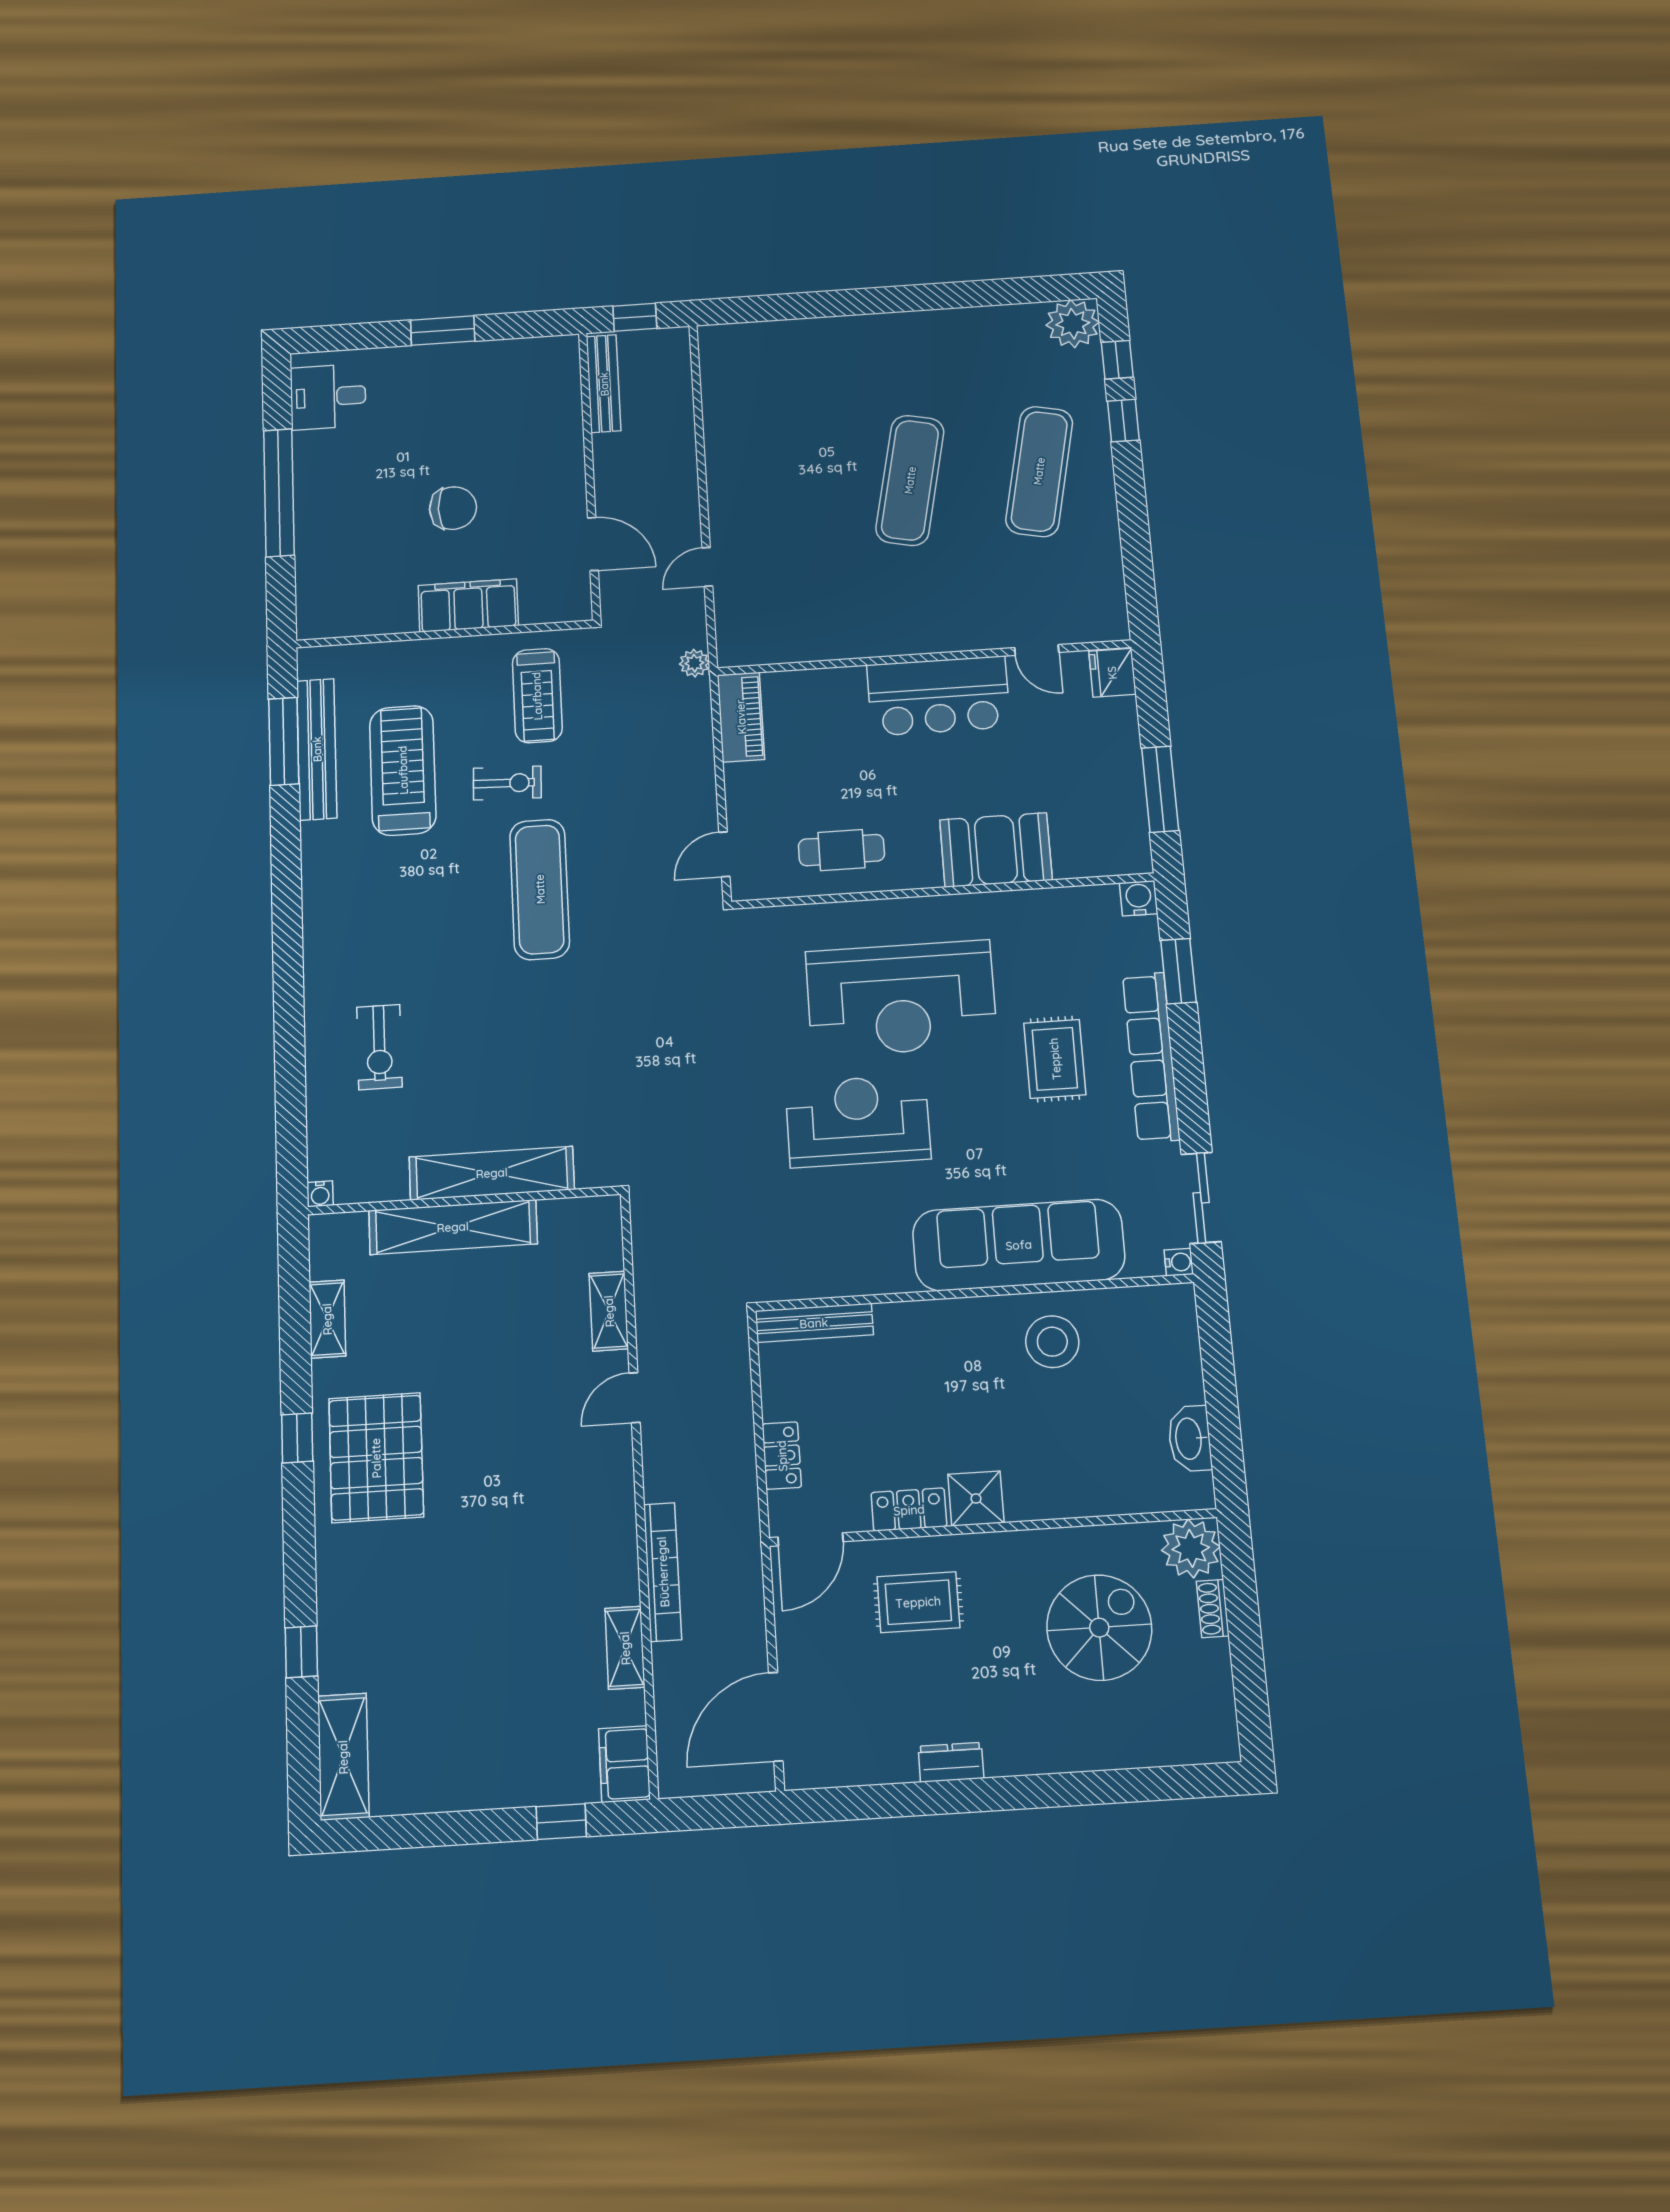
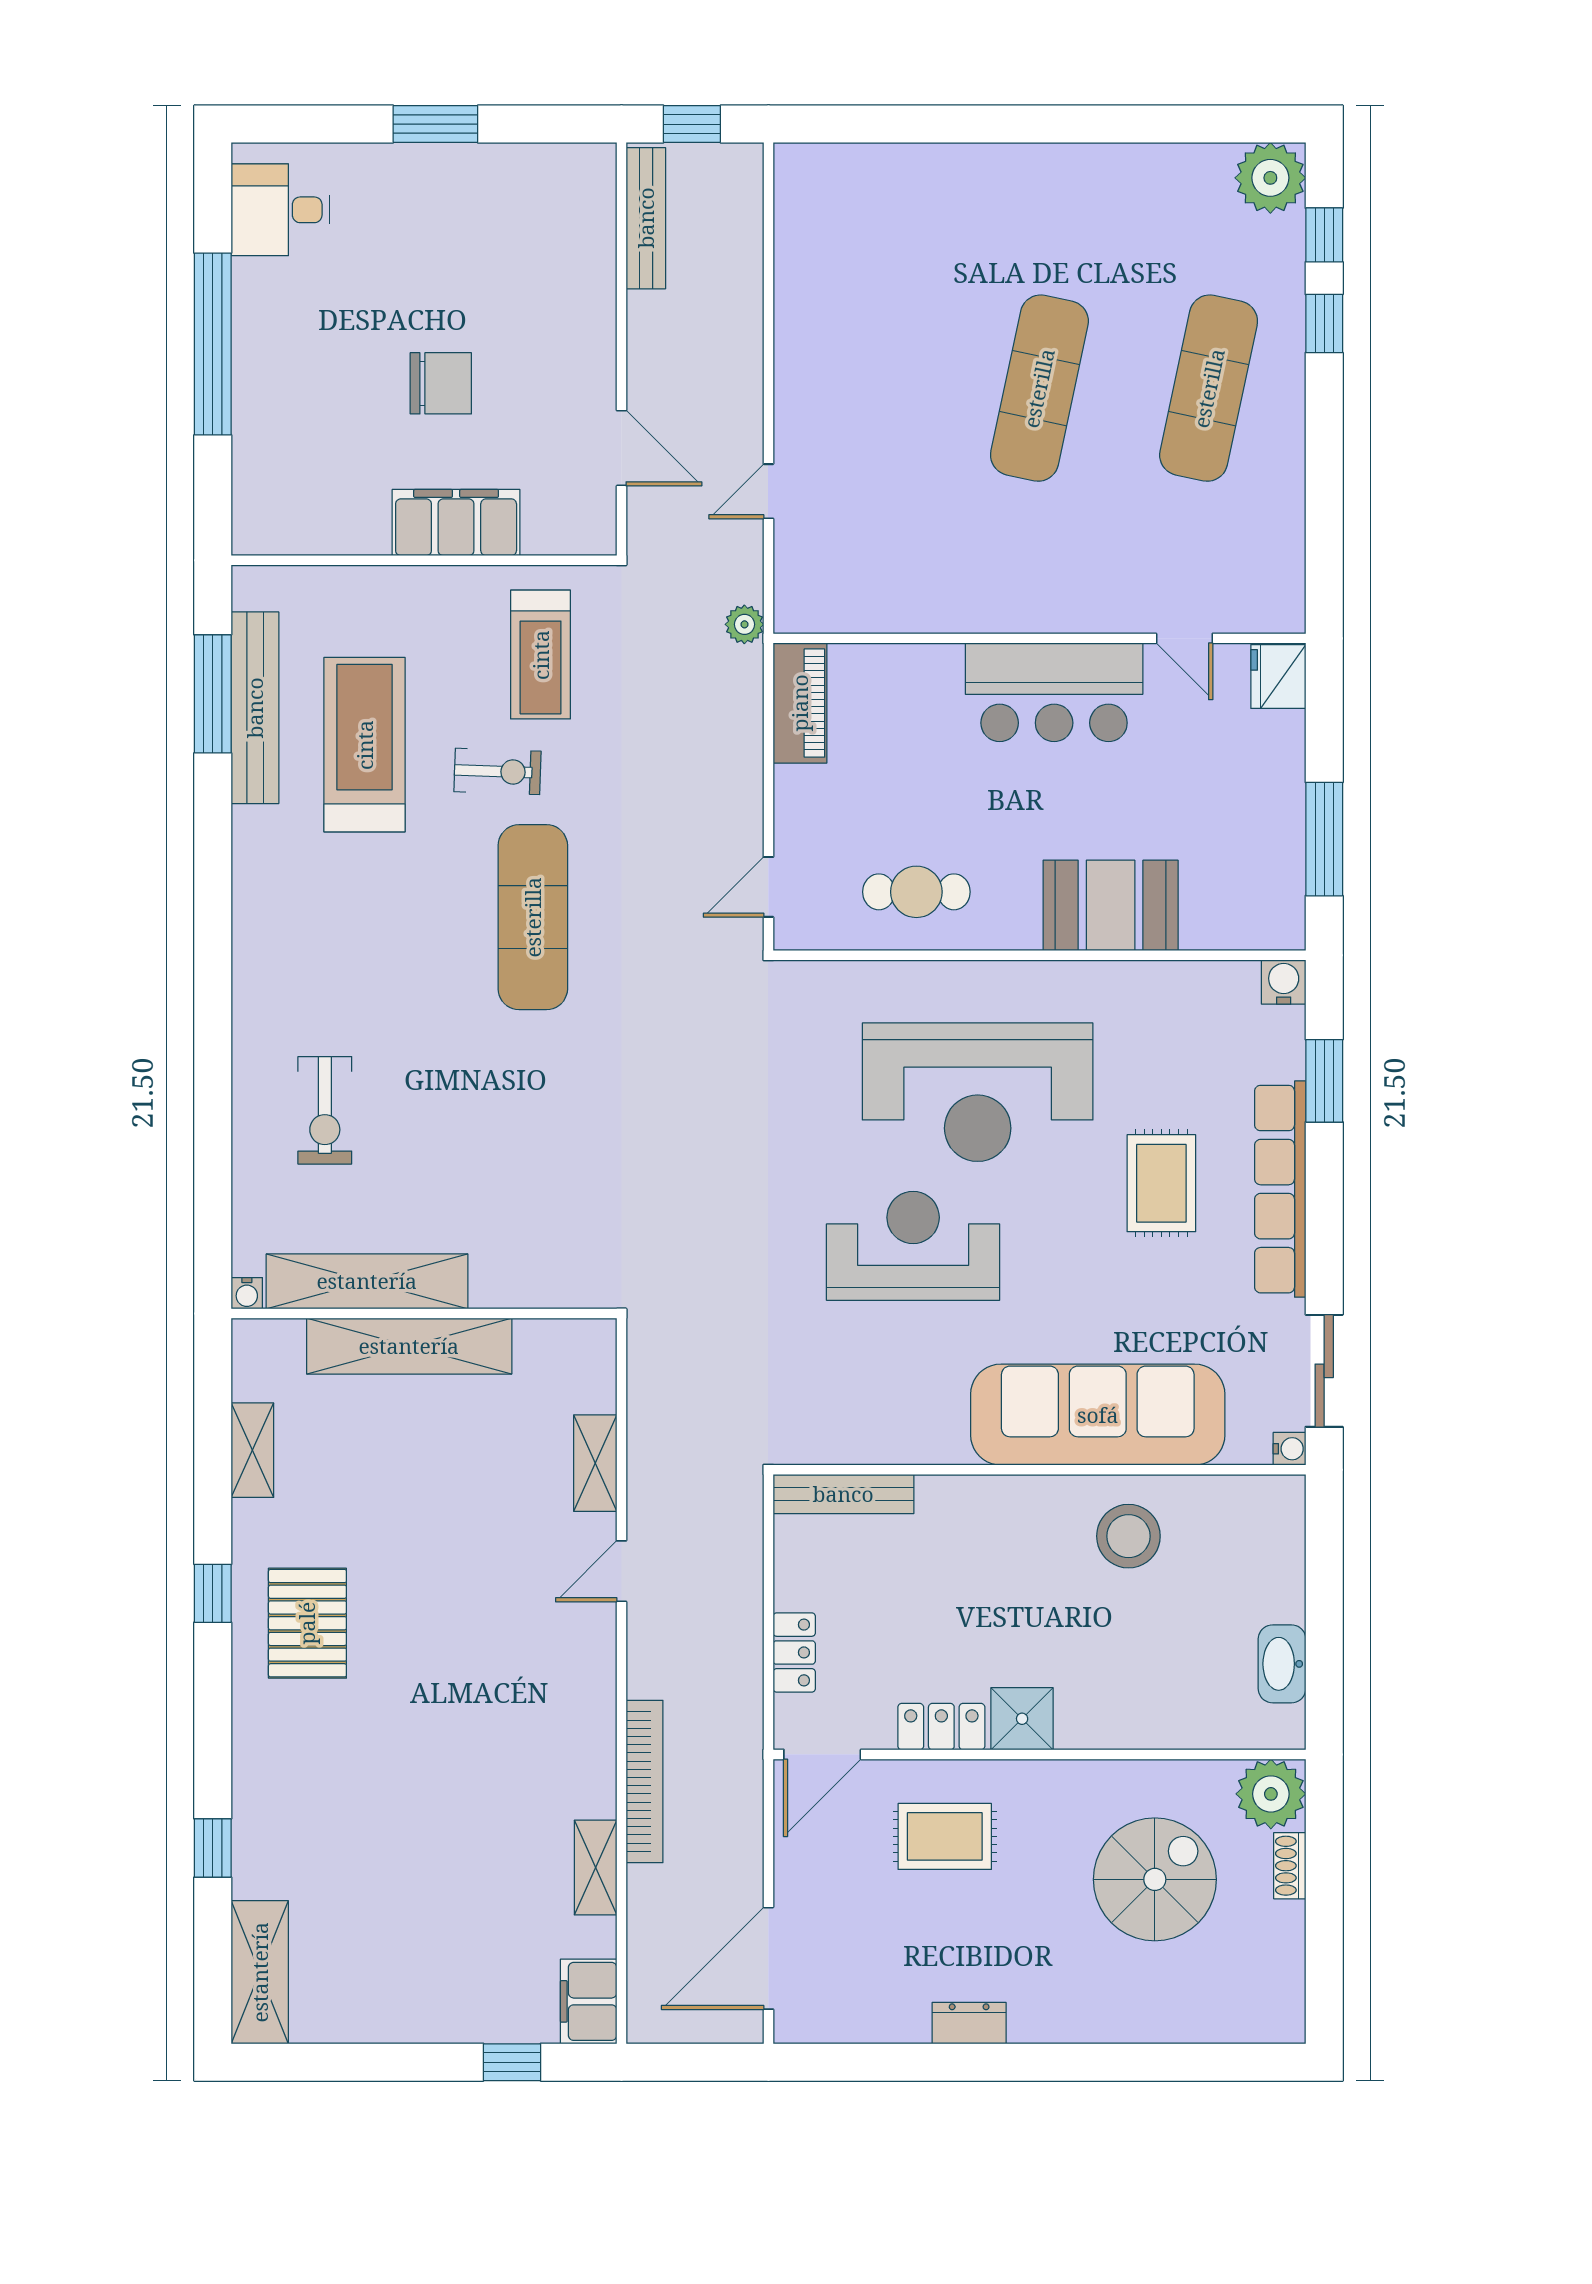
shelving: (492, 1173) -> (367, 1281), moved
pallet: (376, 1458) -> (307, 1623), width x0.73, depth x0.71

